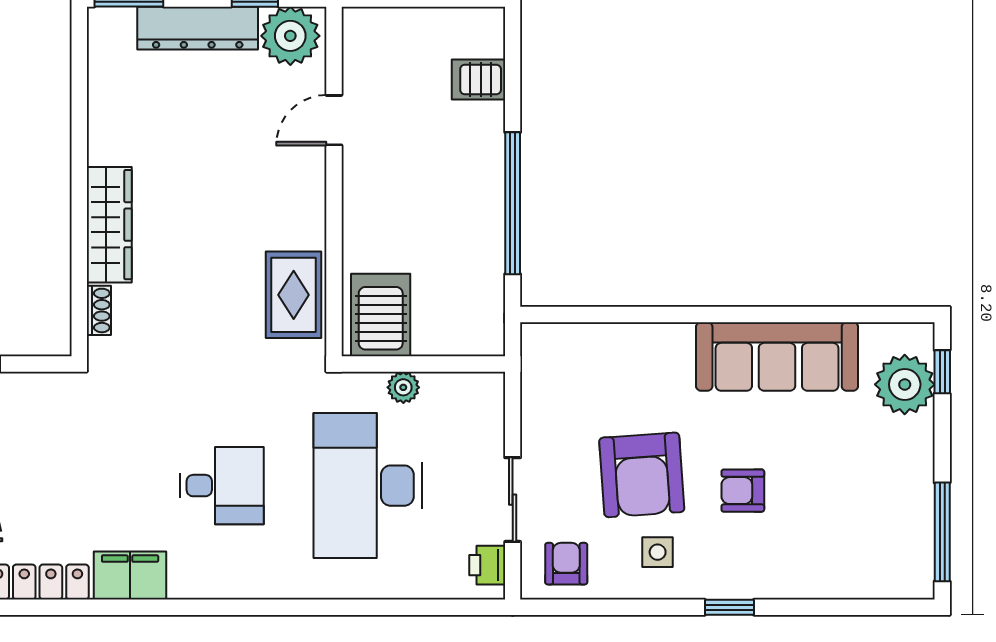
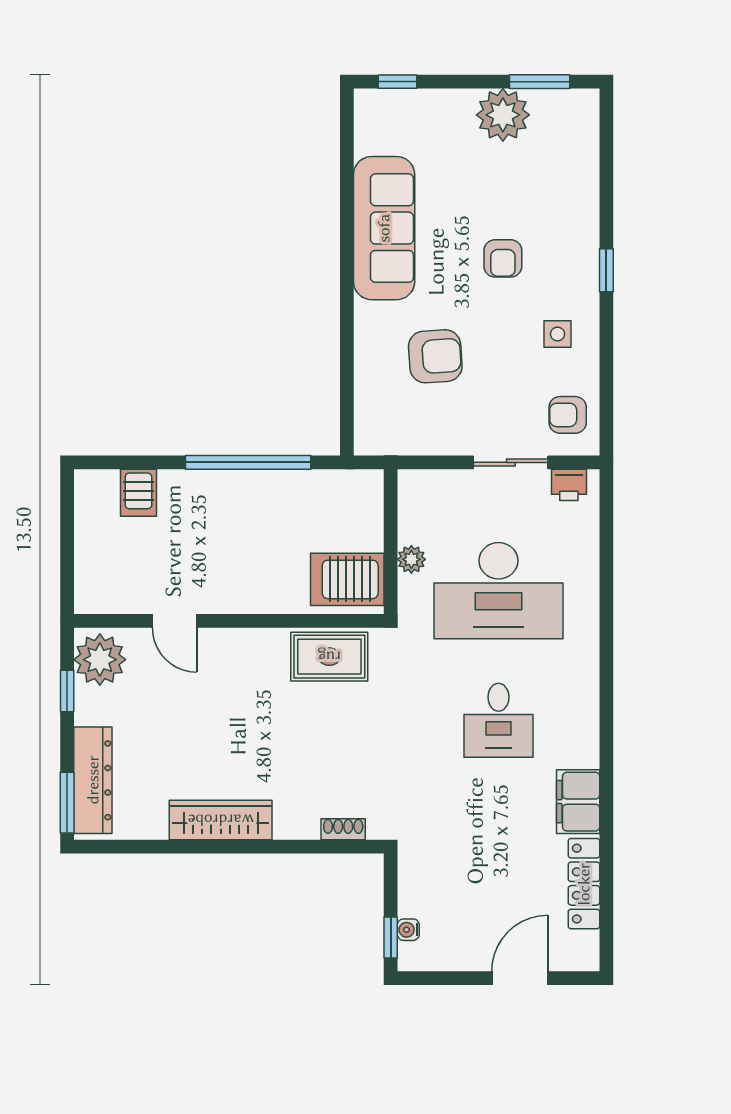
dresser: (198, 28) -> (93, 780), moved
wardrobe: (109, 225) -> (221, 820), moved
plant: (905, 384) -> (503, 115), moved
armchair: (642, 475) -> (435, 356), moved, width x0.73, depth x0.73
desk: (222, 486) -> (498, 720), turned 180
window: (942, 532) -> (540, 82), width x0.69

